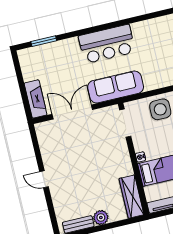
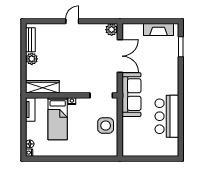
bar counter: (107, 44) -> (167, 116), moved
fireplace: (36, 99) -> (158, 30), moved
plant: (43, 130) -> (112, 30), added

